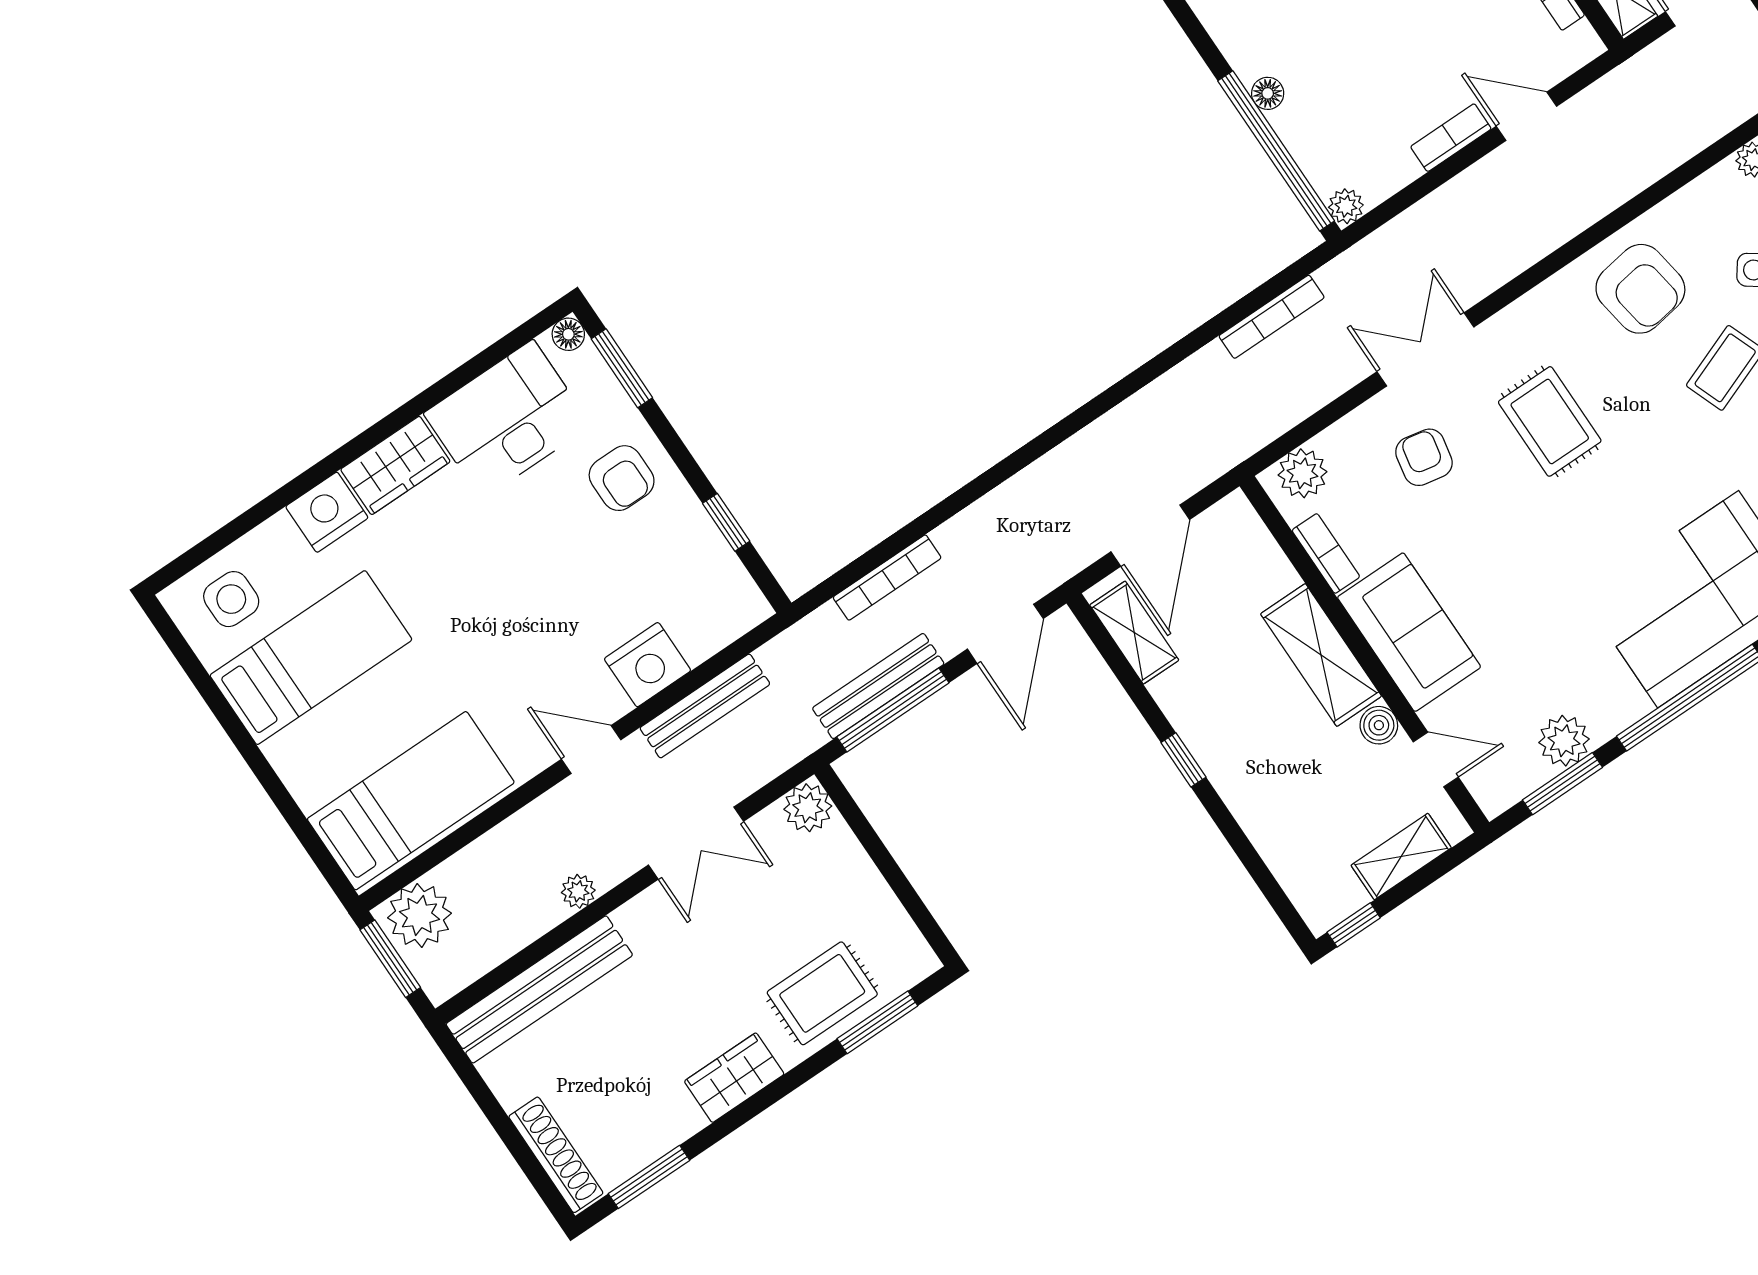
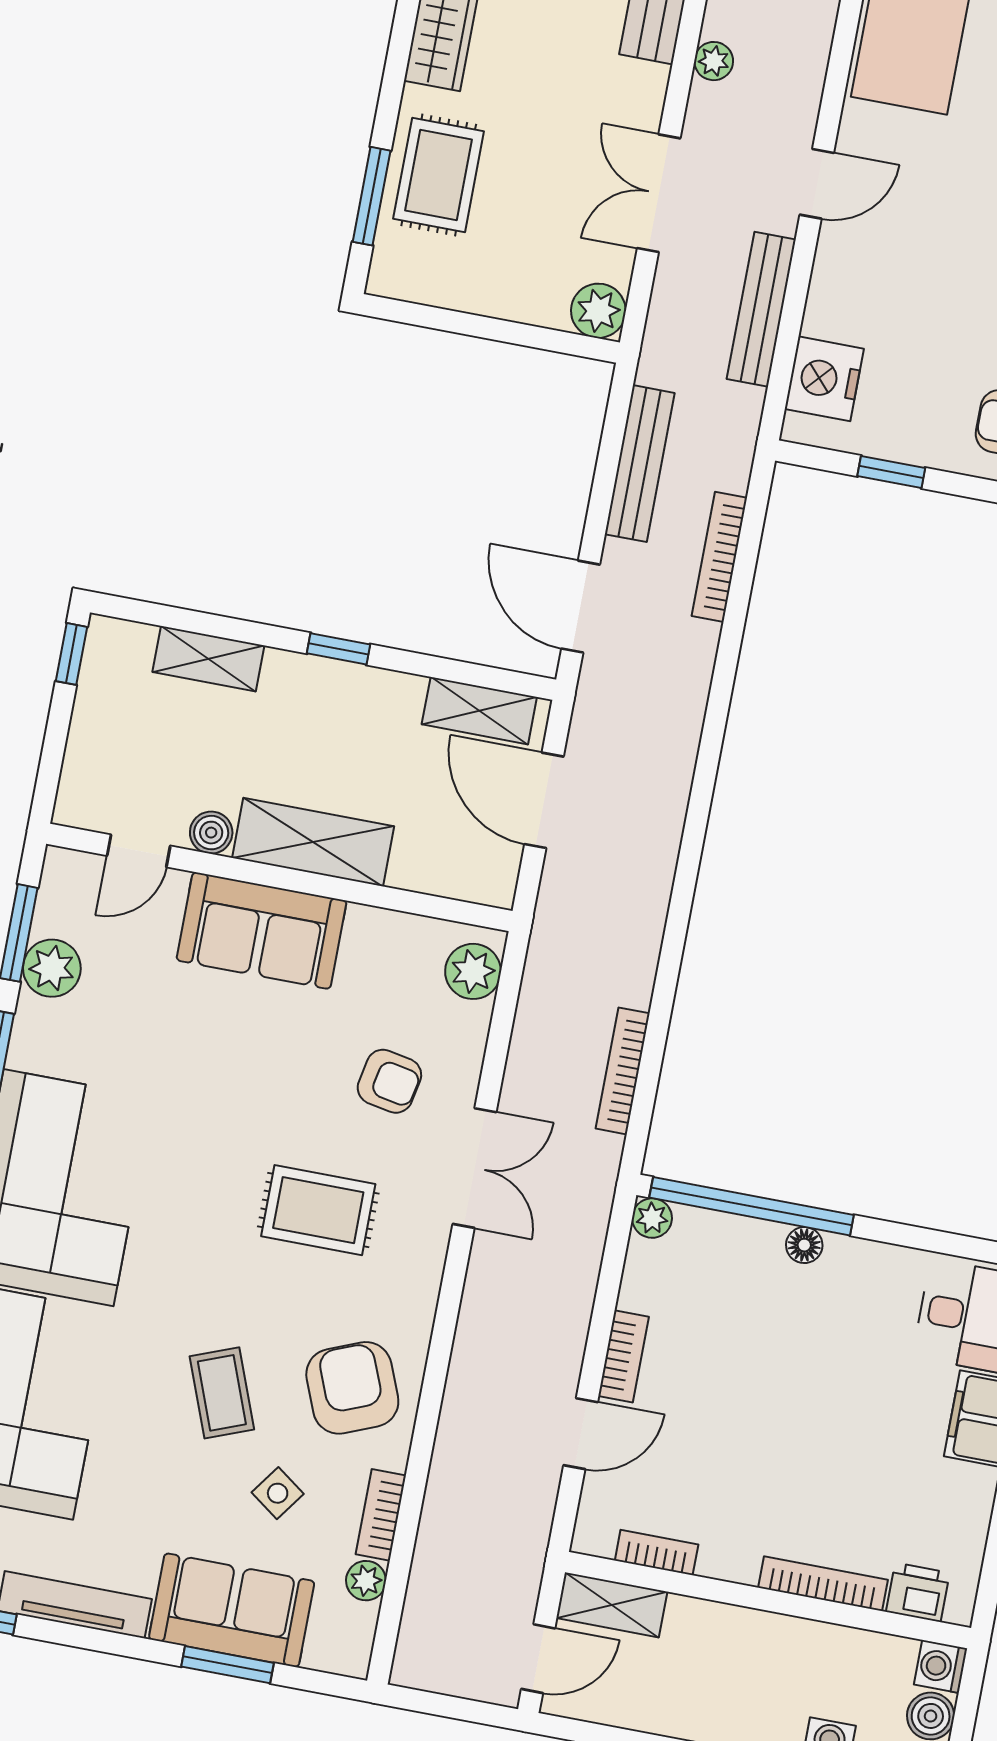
armchair: (1640, 289) -> (352, 1388), turned 77
bookcase: (1326, 553) -> (381, 1515), moved, turned 90
nightstand: (648, 665) -> (824, 379), moved
window: (893, 710) -> (609, 456), removed
shelving: (1401, 857) -> (208, 659), moved, turned 90

